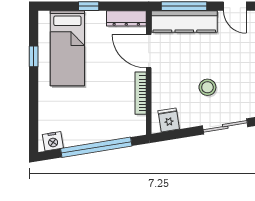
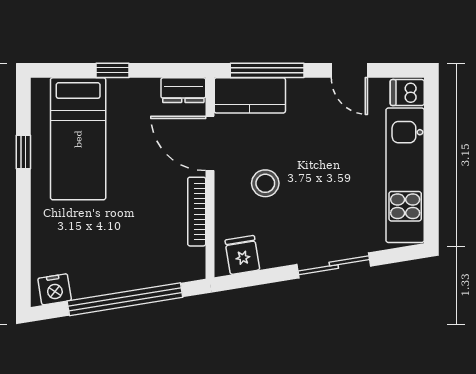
dresser: (126, 18) -> (183, 90), width x0.70
kitchen counter: (184, 22) -> (250, 95), width x0.67
stool: (207, 87) -> (265, 183), moved

